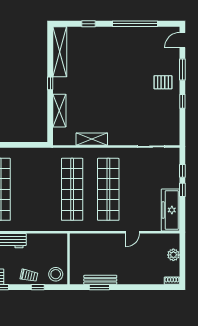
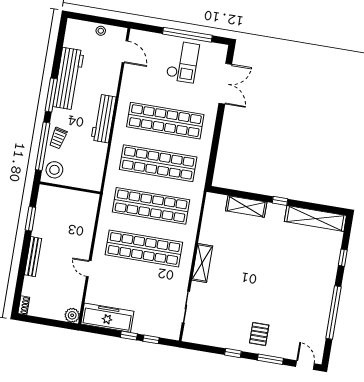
shelving: (92, 139) -> (202, 263), moved
shop shelf: (36, 189) -> (158, 163), added
plant: (173, 255) -> (72, 315), moved
bench: (100, 280) -> (33, 257), moved
window: (38, 287) -> (43, 146), width x3.17

